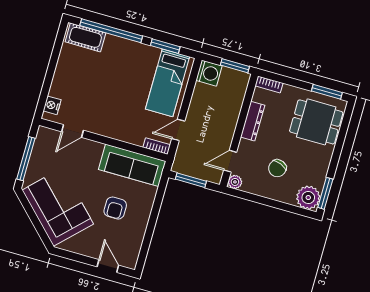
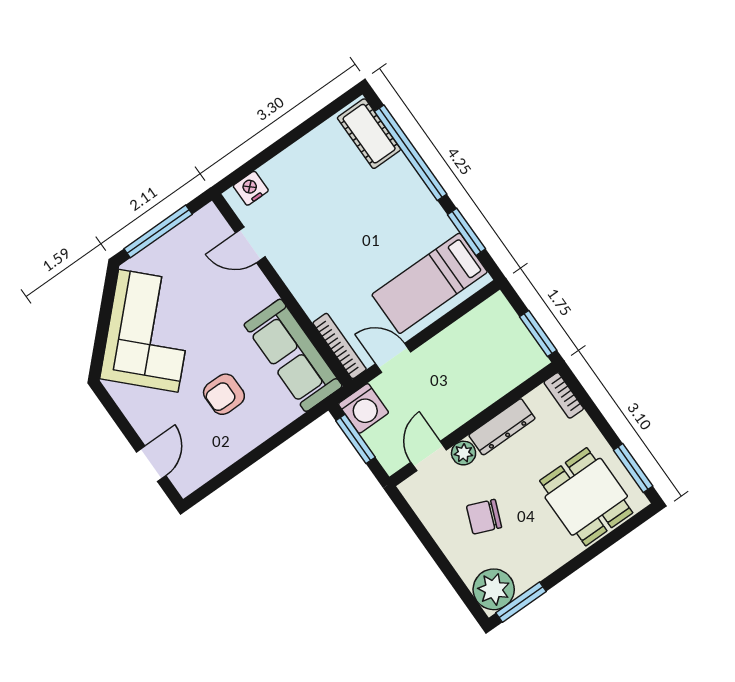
washing machine: (209, 73) -> (364, 408), moved
bookcase: (157, 146) -> (340, 346), width x1.56
door: (230, 161) -> (429, 456), hinge flipped
plant: (235, 182) -> (464, 453), moved

